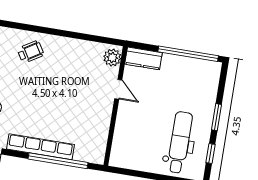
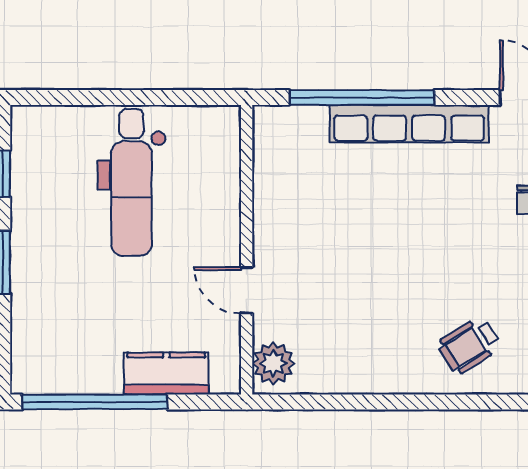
kitchen counter: (143, 58) -> (166, 373), moved
dental chair: (180, 142) -> (131, 182), moved

